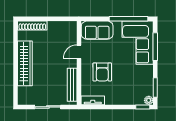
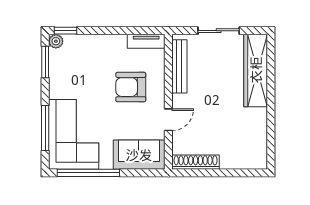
shoe rack: (32, 26) -> (196, 162), moved
wardrobe: (25, 63) -> (256, 70), moved
armchair: (102, 72) -> (131, 87), turned -90

